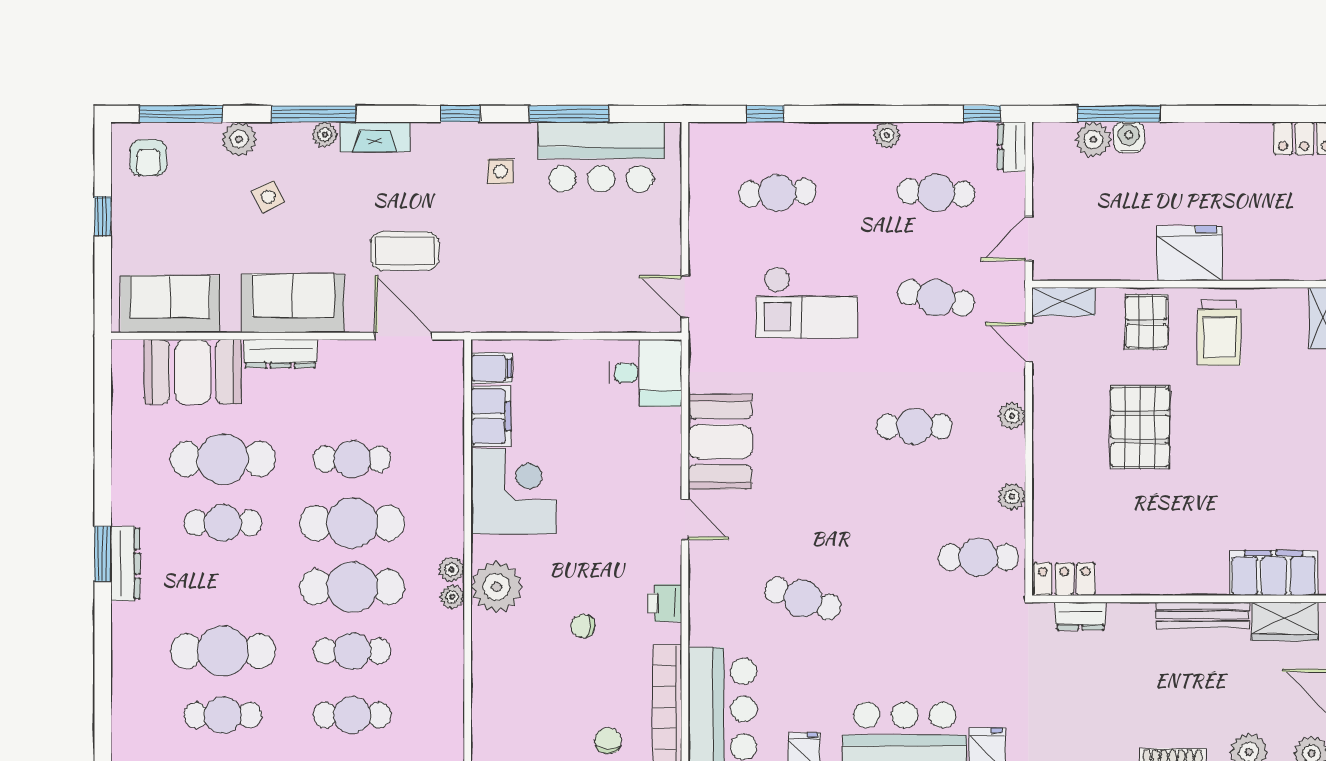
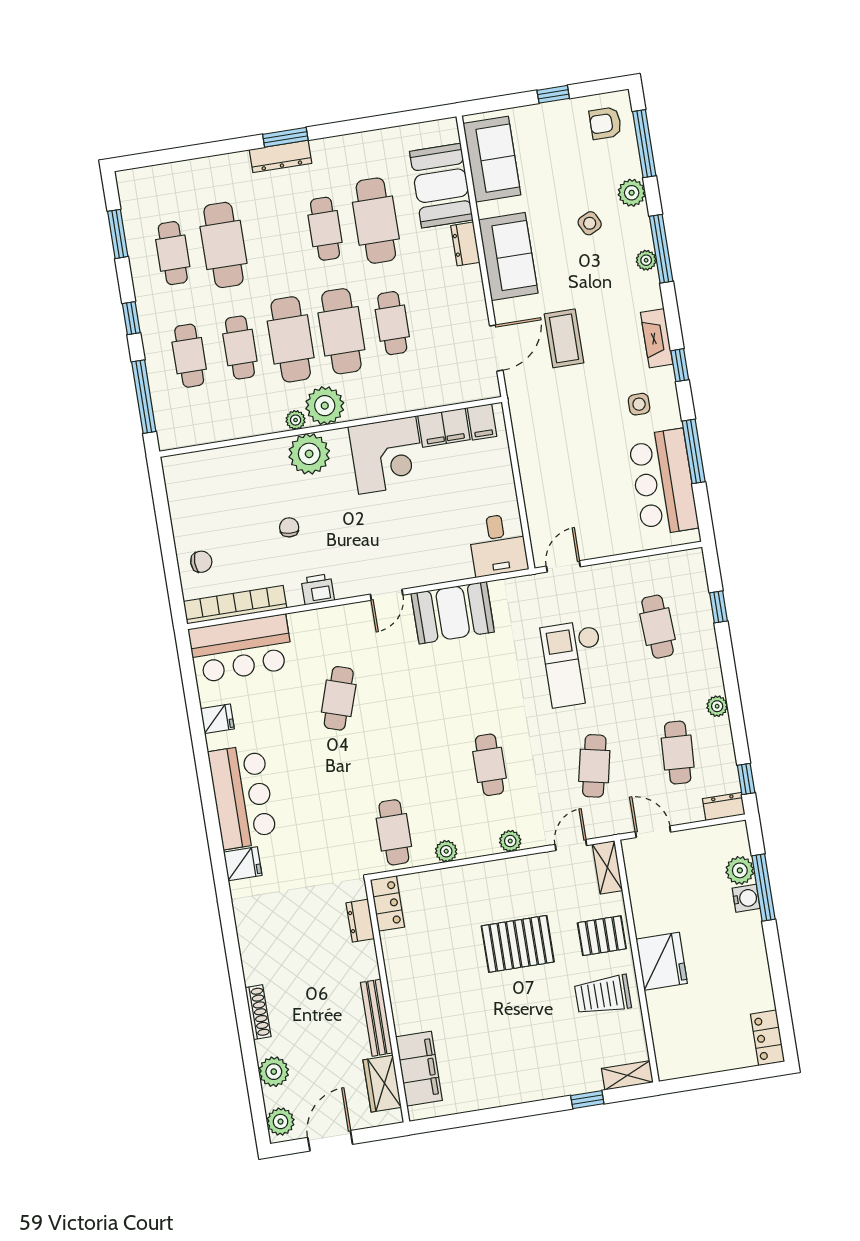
fireplace: (375, 137) -> (657, 338), moved
dresser: (280, 354) -> (465, 244), width x0.70
plant: (451, 569) -> (325, 406), width x1.88, depth x1.88

